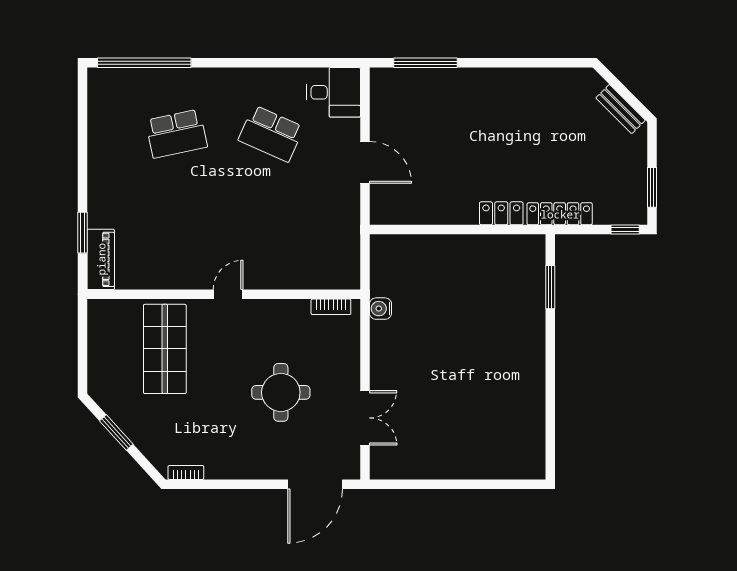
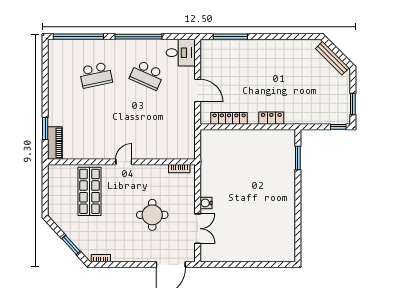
window: (255, 63) -> (138, 37), added
bench: (621, 109) -> (332, 58), width x1.36
locker: (560, 214) -> (229, 118), moved
water cooler: (380, 309) -> (206, 203), moved
window: (116, 433) -> (71, 245), moved

